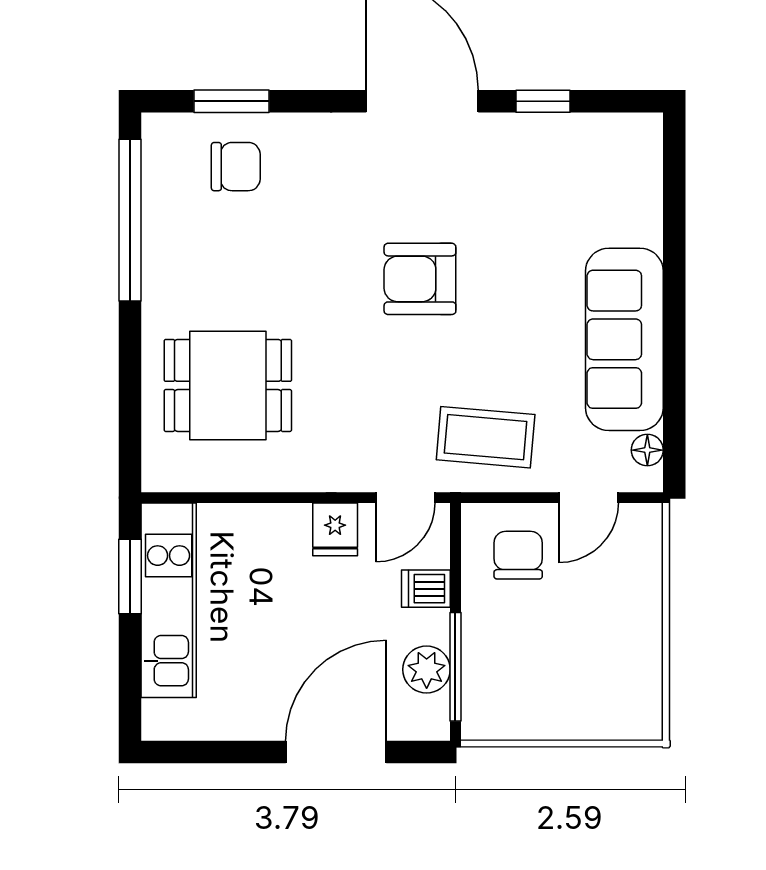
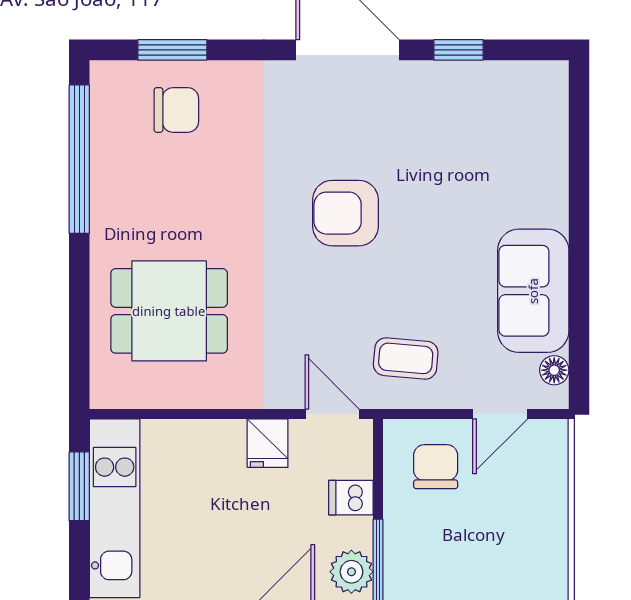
sofa: (624, 339) -> (533, 291), width x0.73
coffee table: (486, 437) -> (406, 358), width x0.73, depth x0.77
door: (405, 498) -> (332, 414), swing flipped

